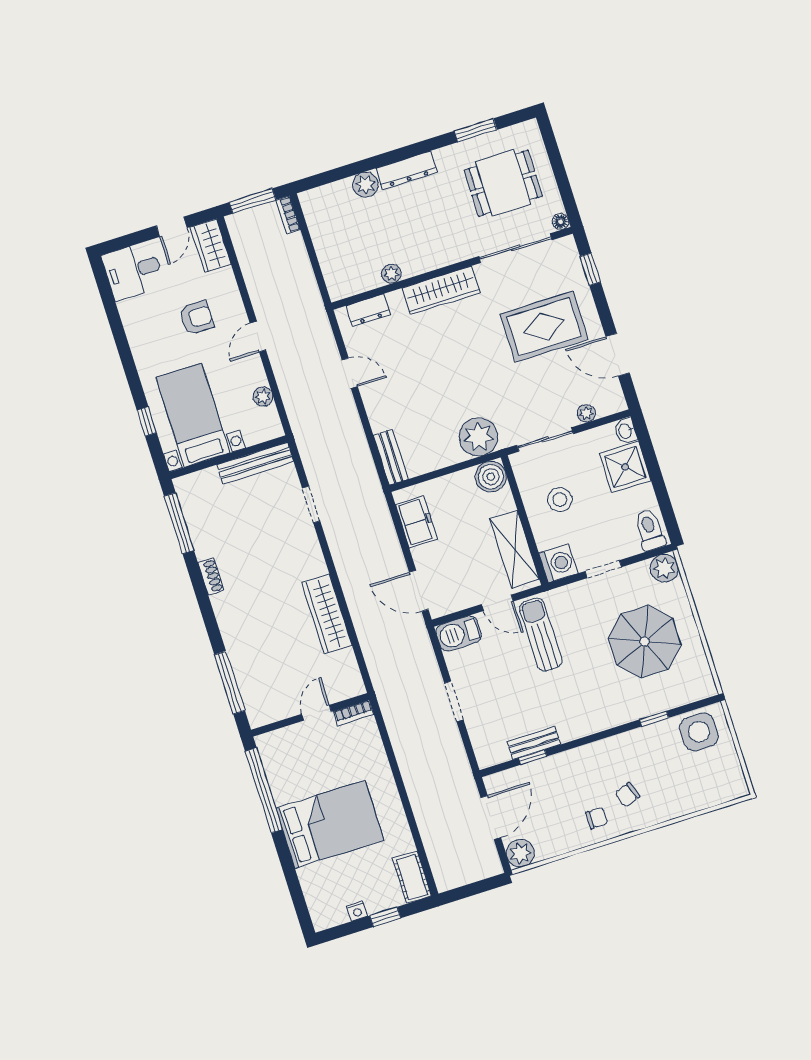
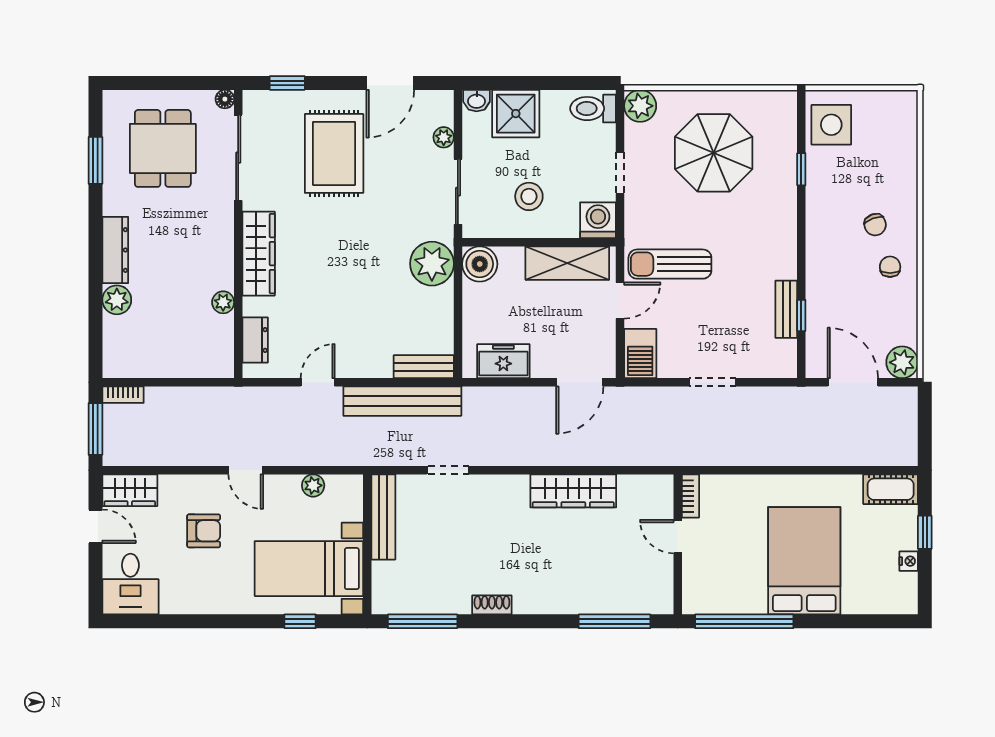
armchair: (196, 318) -> (204, 531), turned 90
bench: (357, 448) -> (402, 401), added

